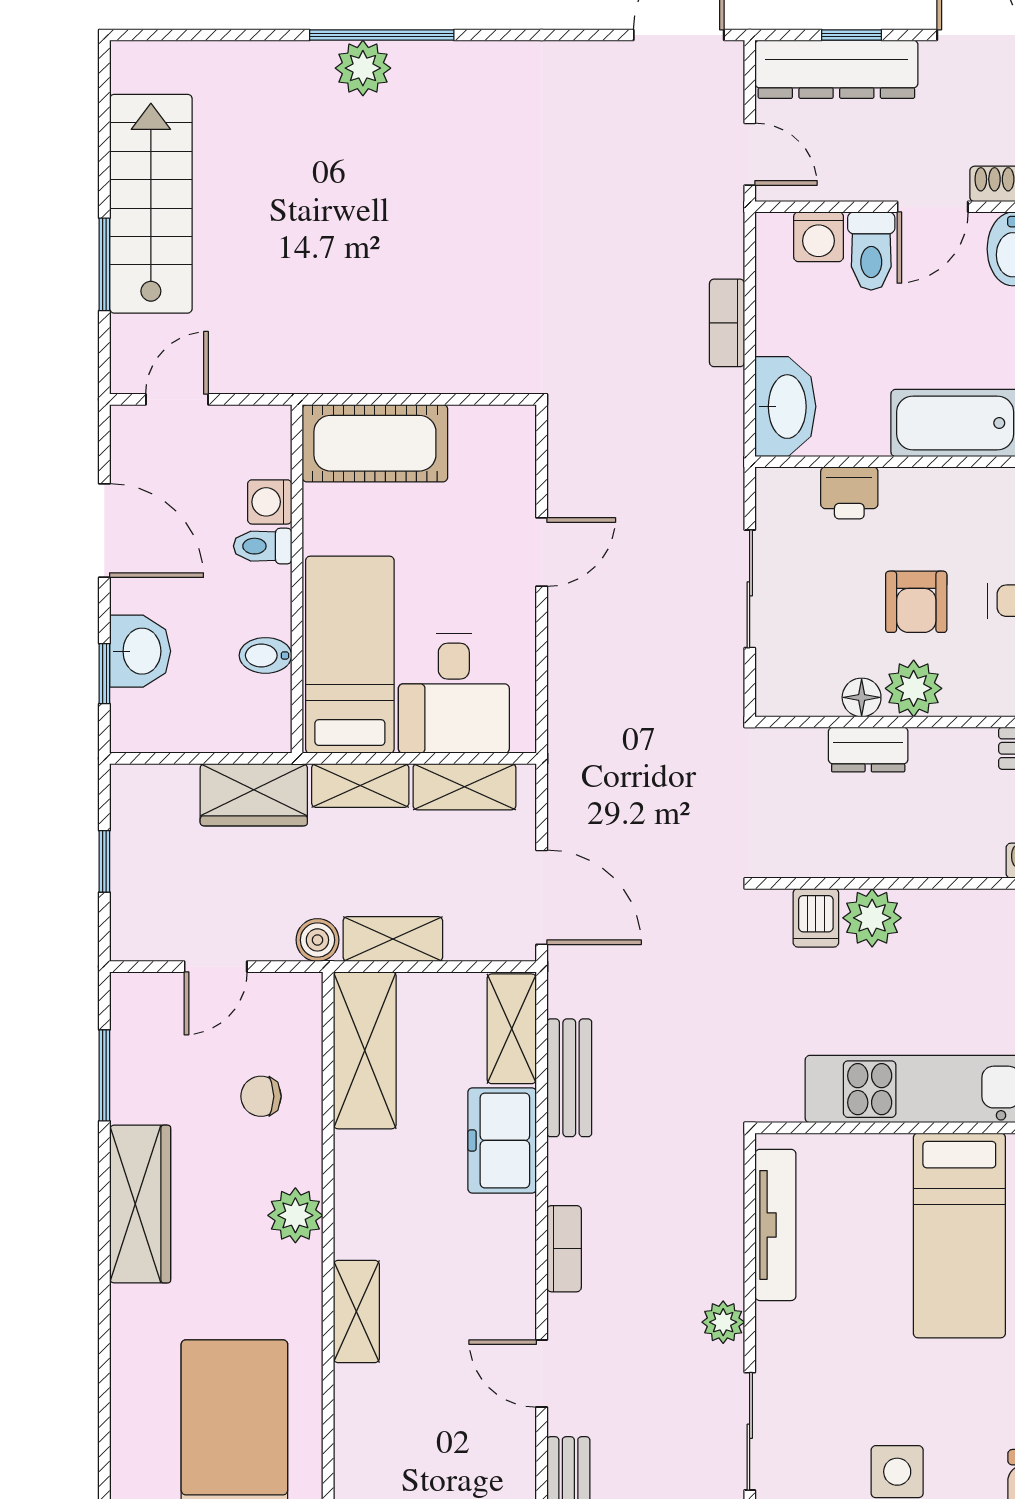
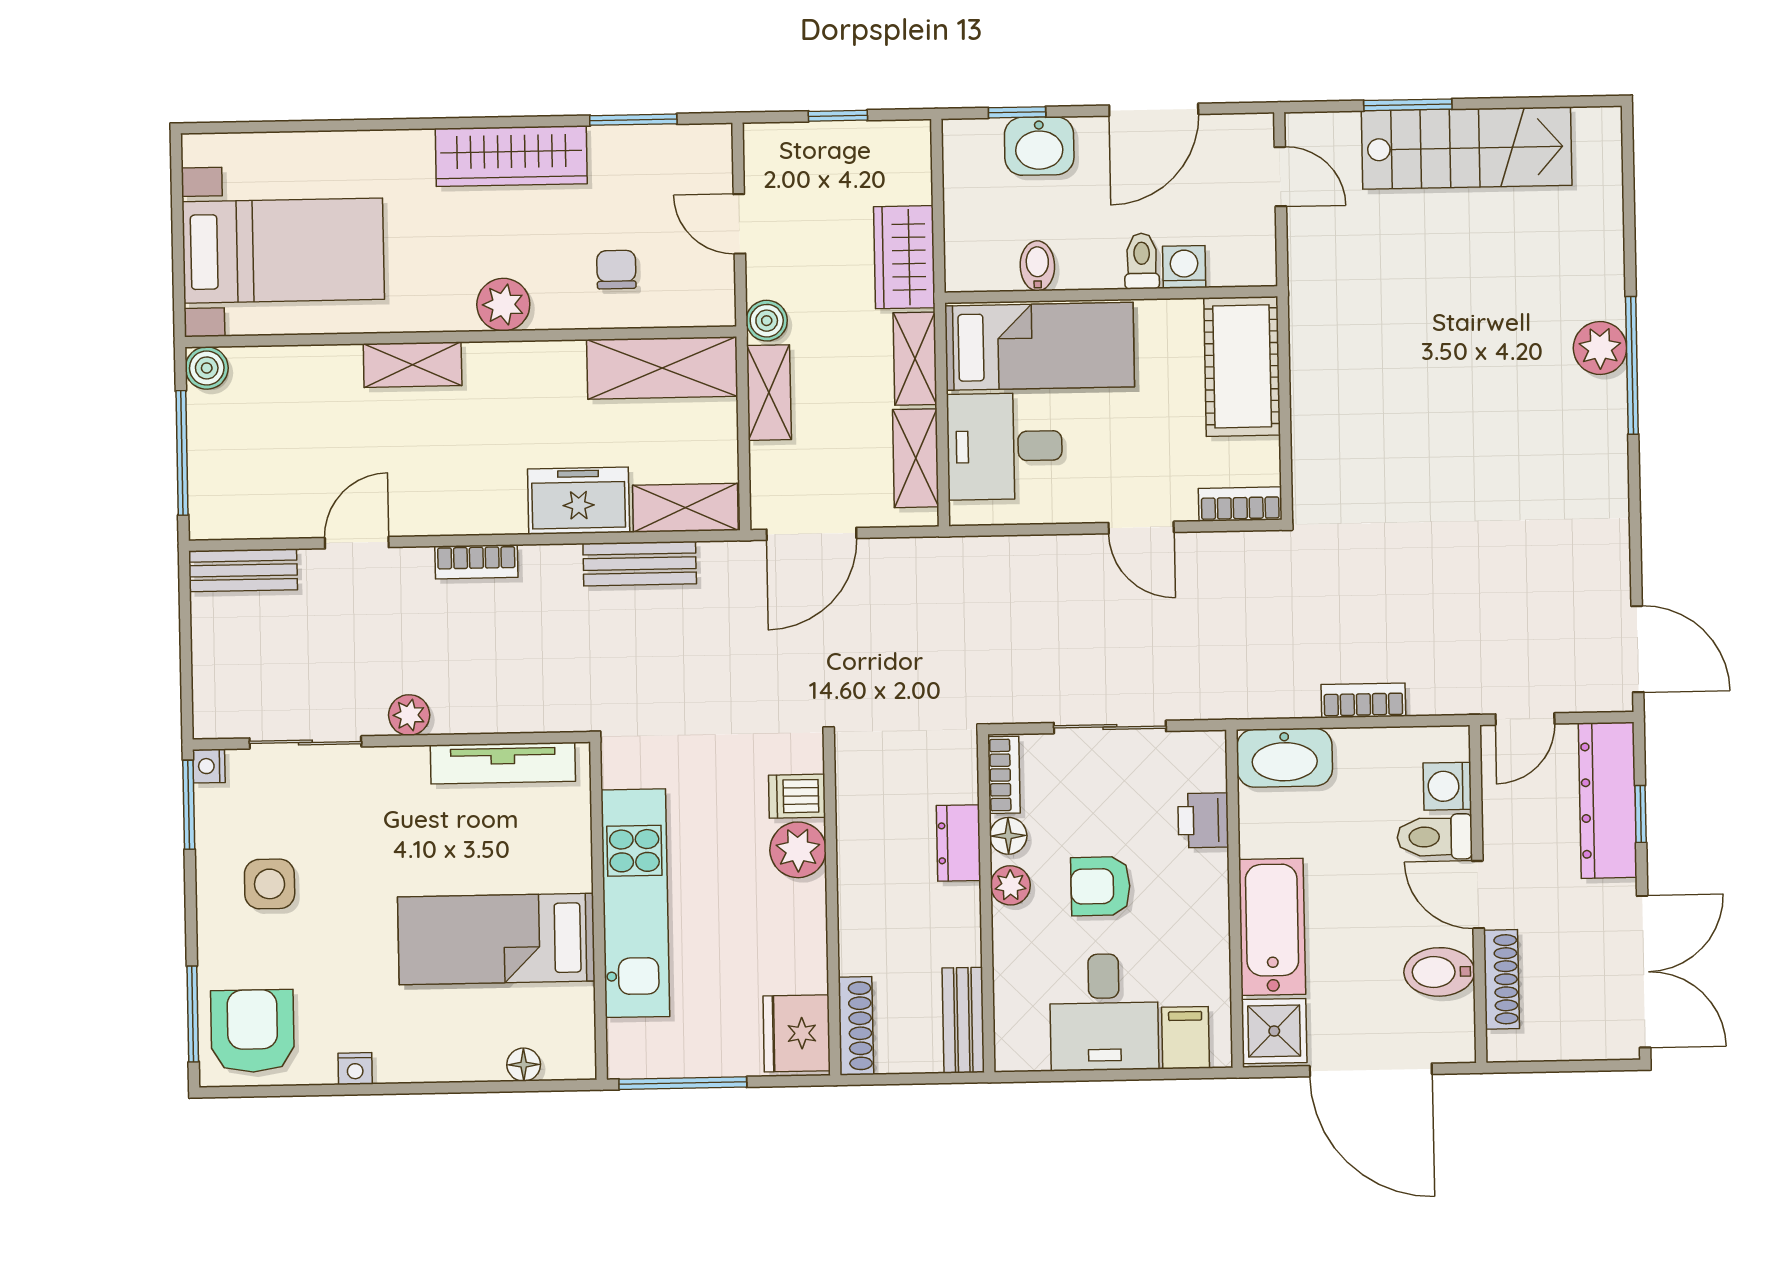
bookcase: (519, 448) -> (1240, 504), added
plant: (914, 688) -> (1010, 885), width x0.73, depth x0.73
bookcase: (798, 701) -> (1004, 775), added

